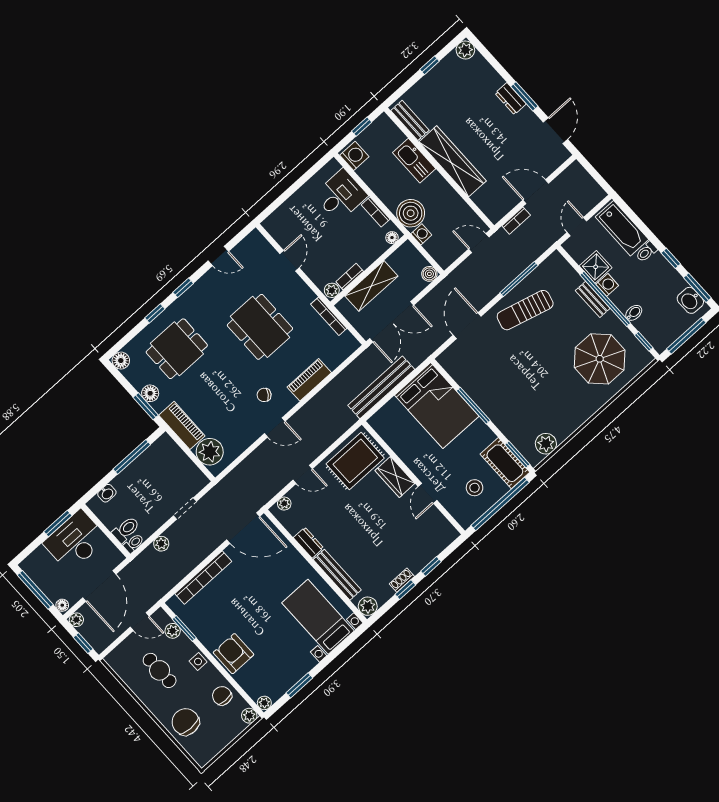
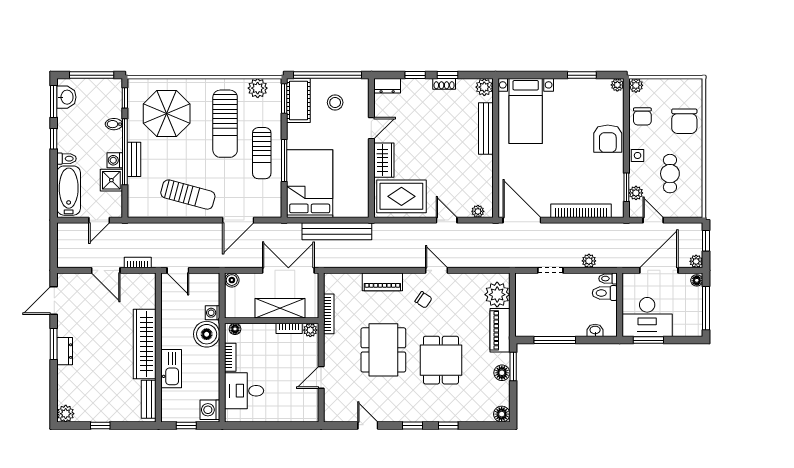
window: (519, 279) -> (173, 220), removed
dining table: (177, 349) -> (441, 360), moved, turned 90
sun lounger: (546, 392) -> (225, 124), added
sun lounger: (496, 395) -> (262, 153), added
dresser: (308, 543) -> (387, 86), moved, turned -90

